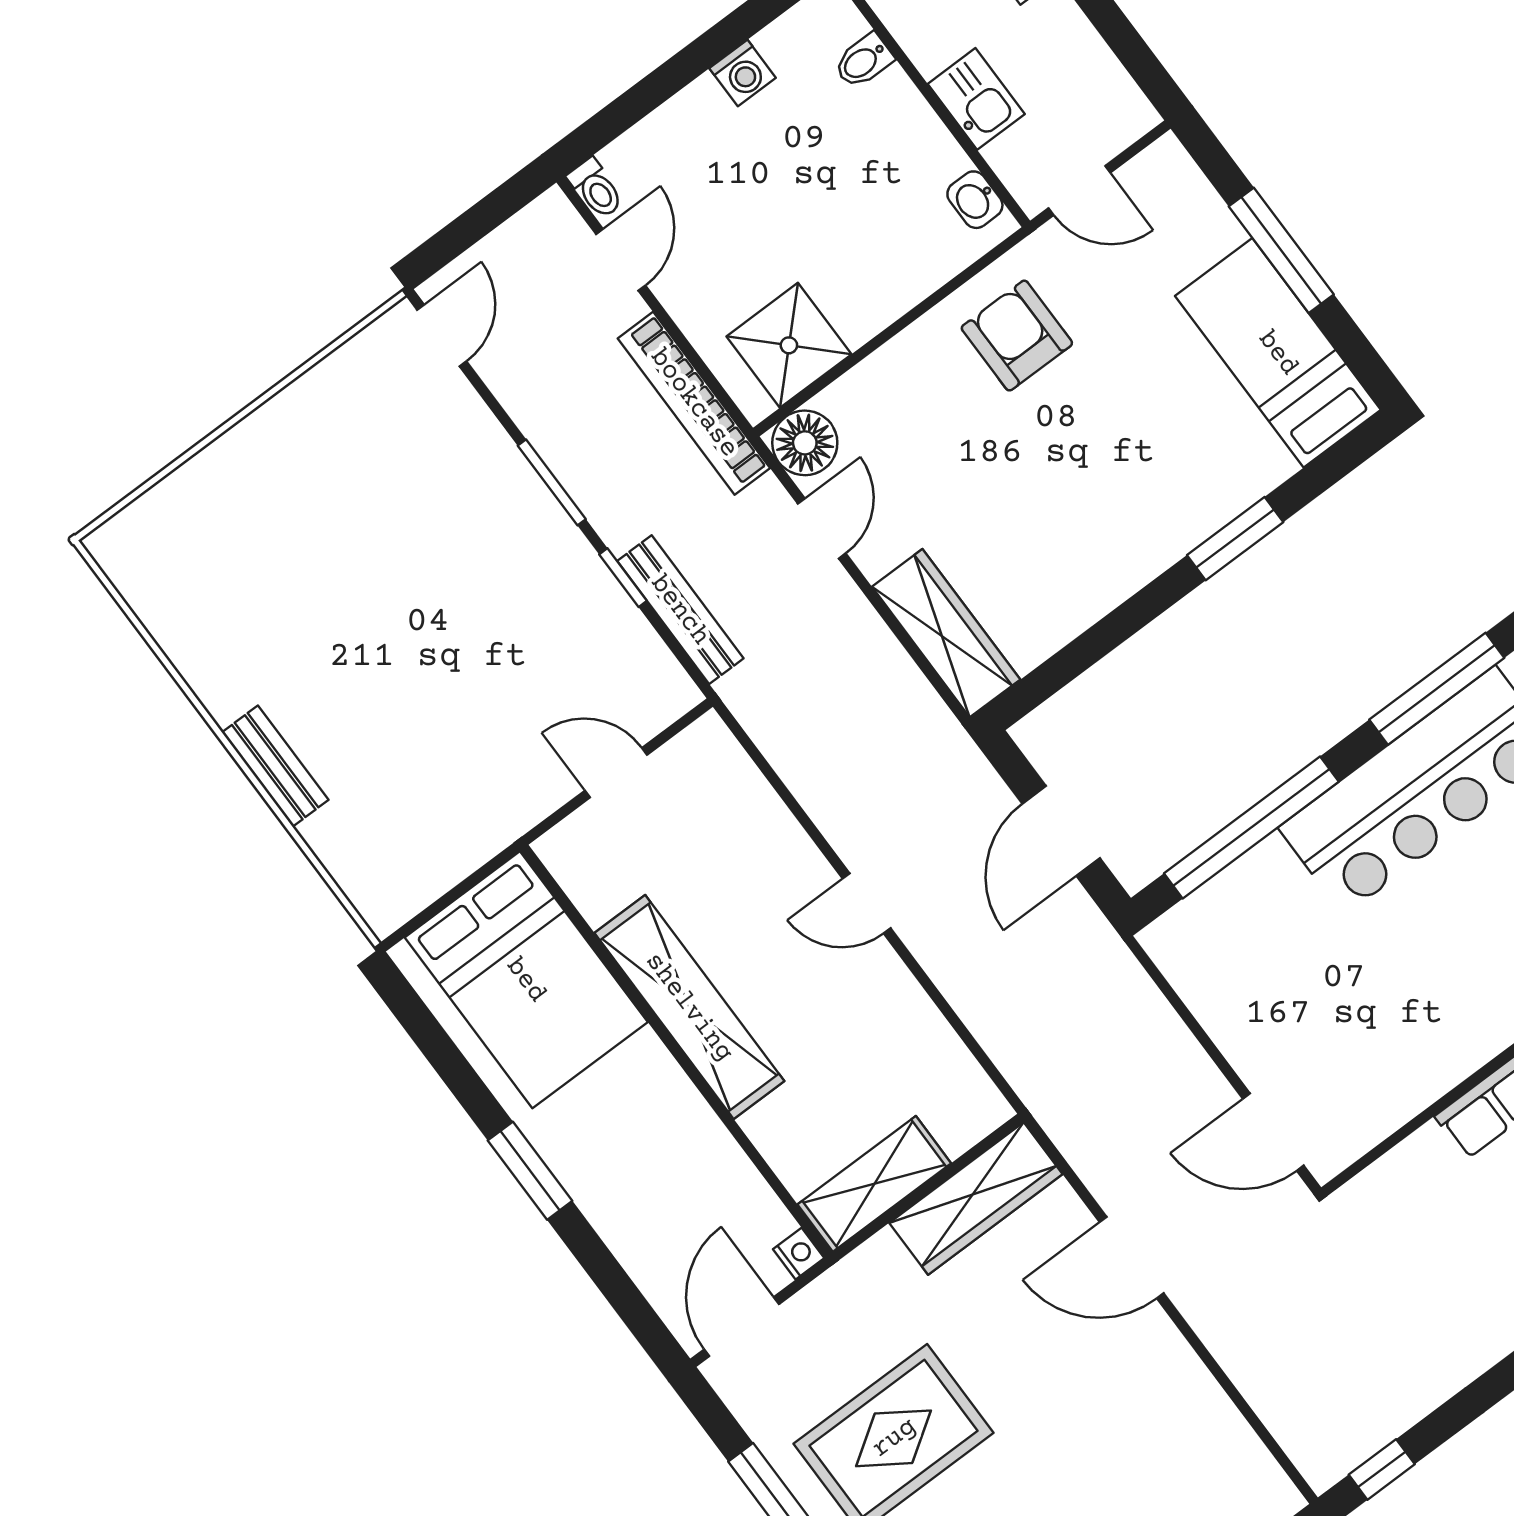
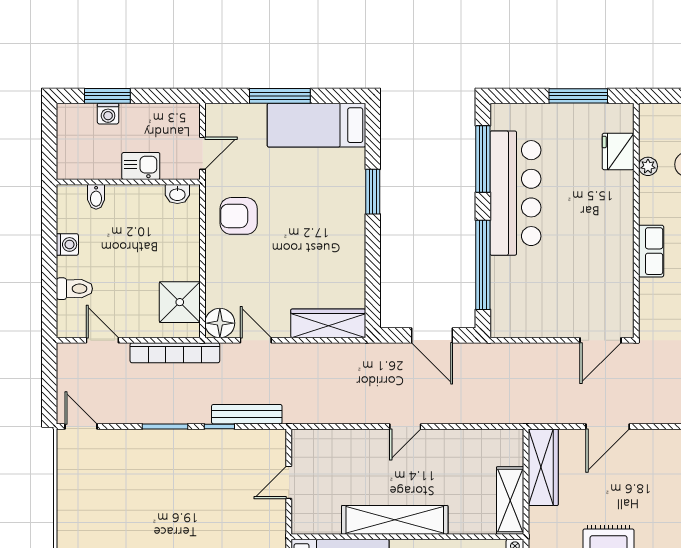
toilet: (596, 189) -> (74, 289), moved, width x1.37, depth x1.39

